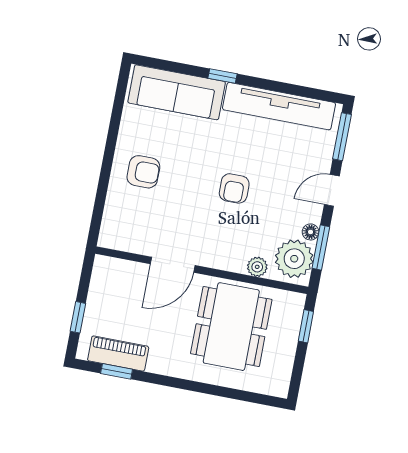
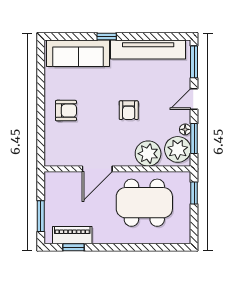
plant: (257, 267) -> (148, 154), width x1.87, depth x1.87
window: (78, 317) -> (41, 216), width x1.50
dining table: (231, 327) -> (144, 203), turned 90

